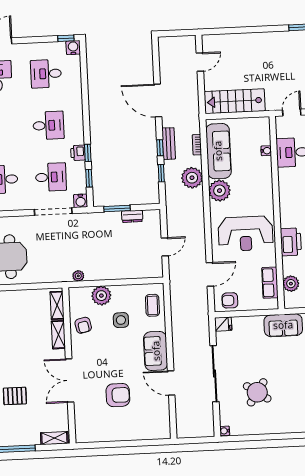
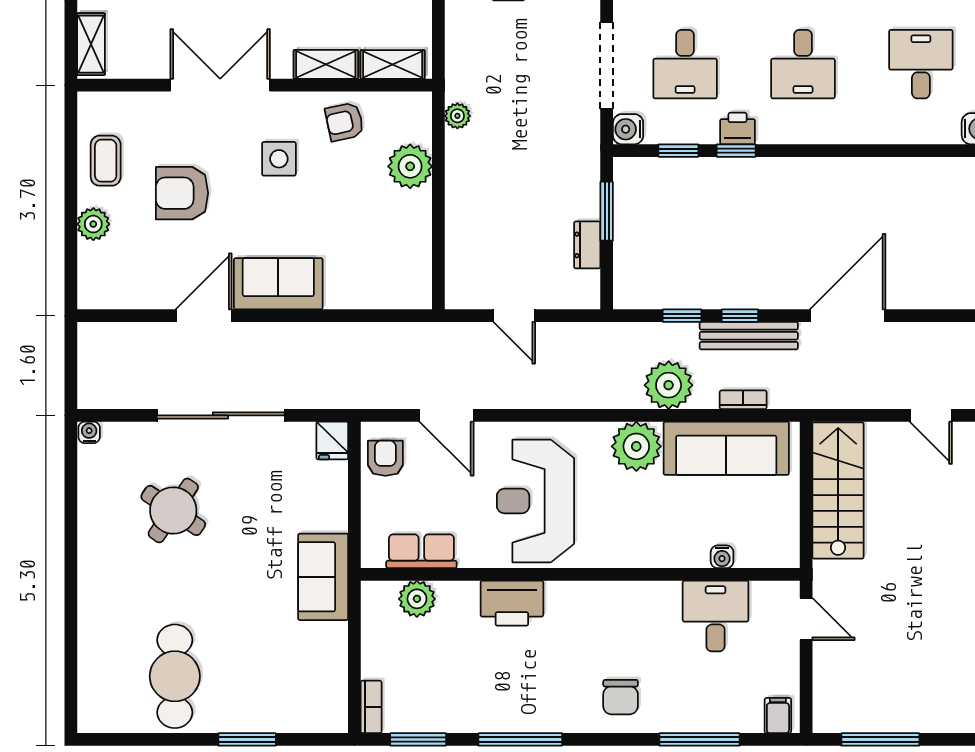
bench: (169, 144) -> (749, 336), width x1.36
coffee table: (152, 305) -> (106, 161), moved, turned 90
side table: (121, 320) -> (279, 159), moved
armchair: (118, 395) -> (182, 193), turned 90
plant: (133, 433) -> (93, 224), added

